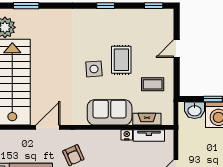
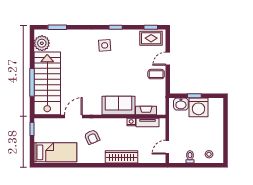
rug: (121, 60) -> (151, 38), moved, turned 90
side table: (94, 69) -> (105, 45), moved
coffee table: (153, 84) -> (156, 74), moved

